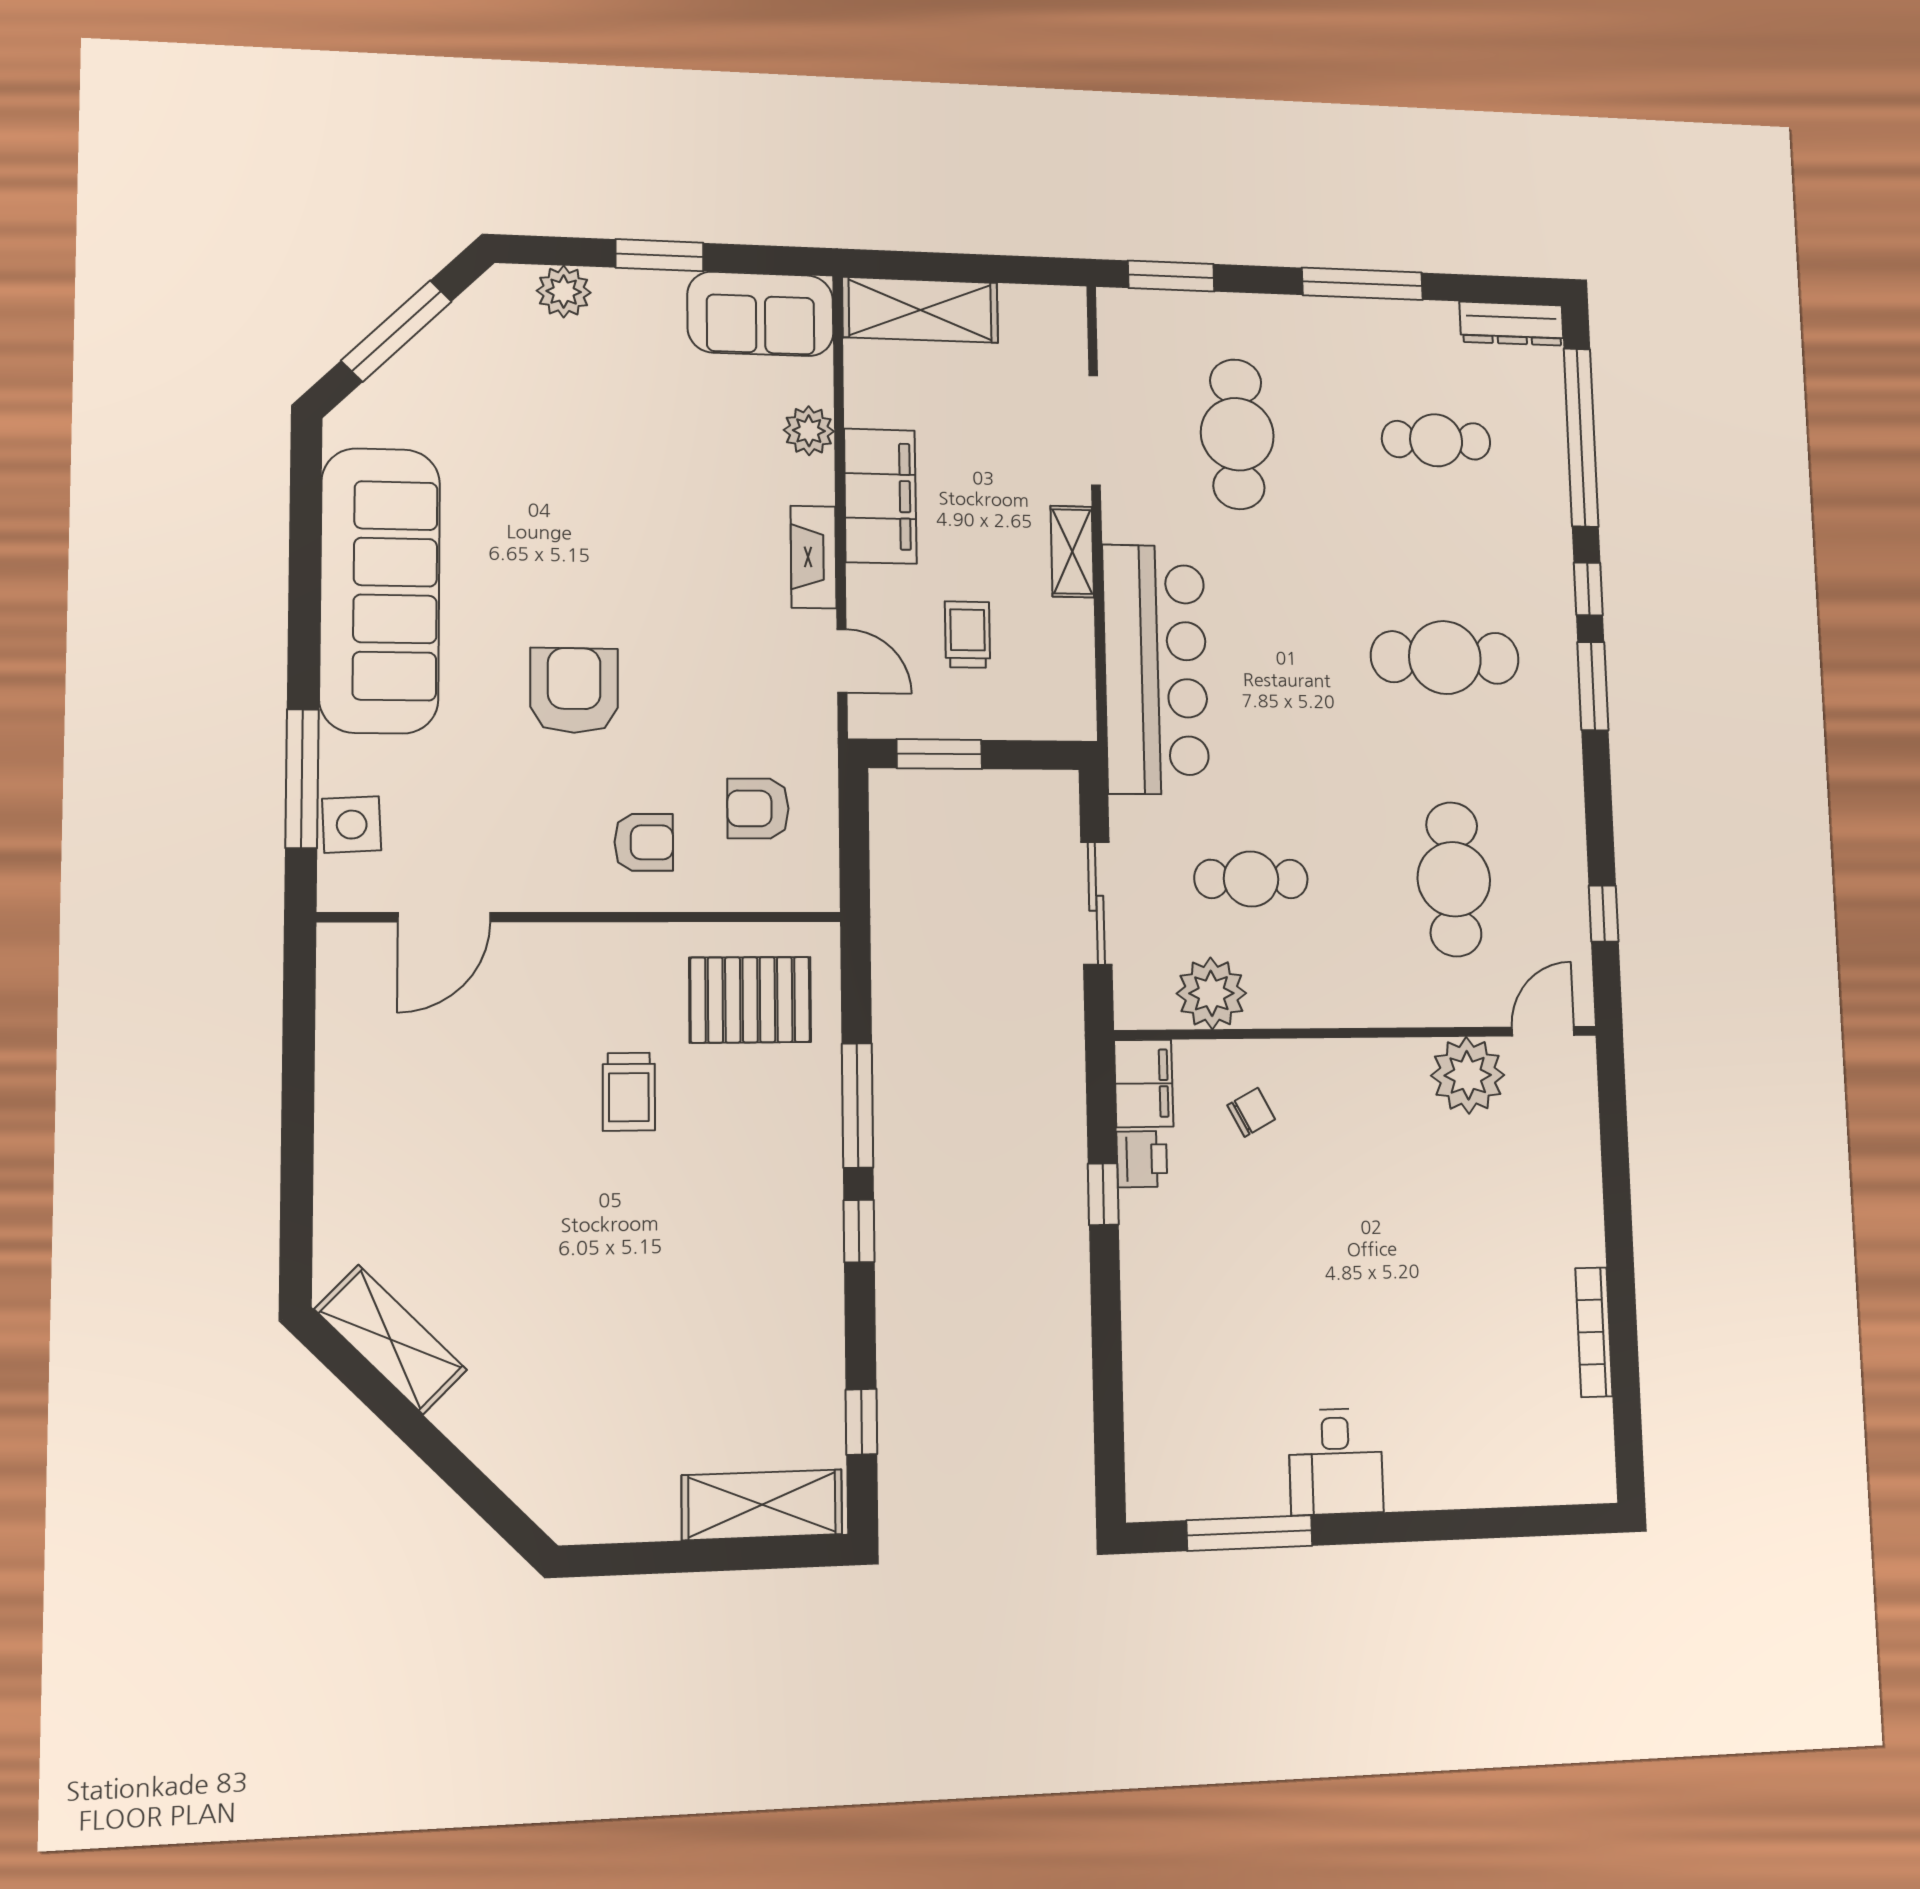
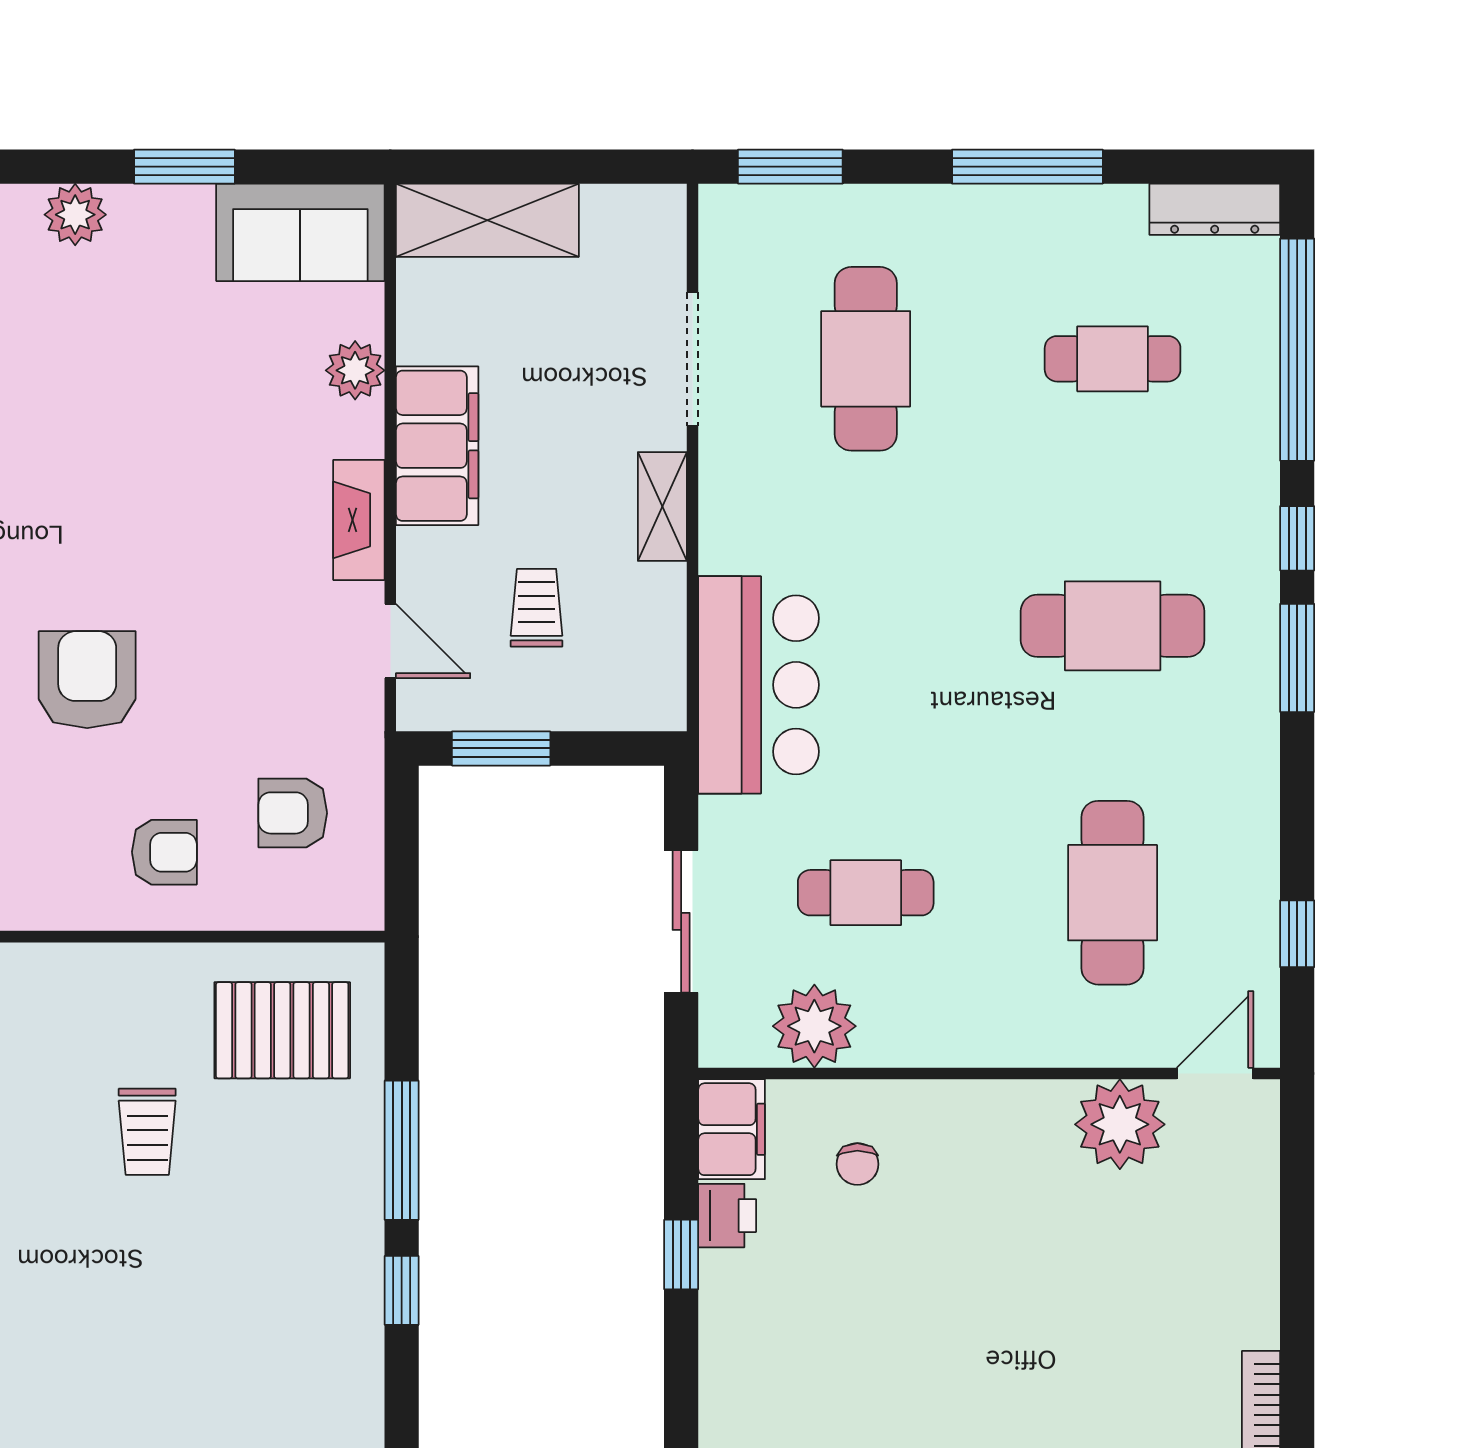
bar counter: (1156, 669) -> (759, 685), width x0.73
chair: (1251, 1112) -> (857, 1164), turned 118

